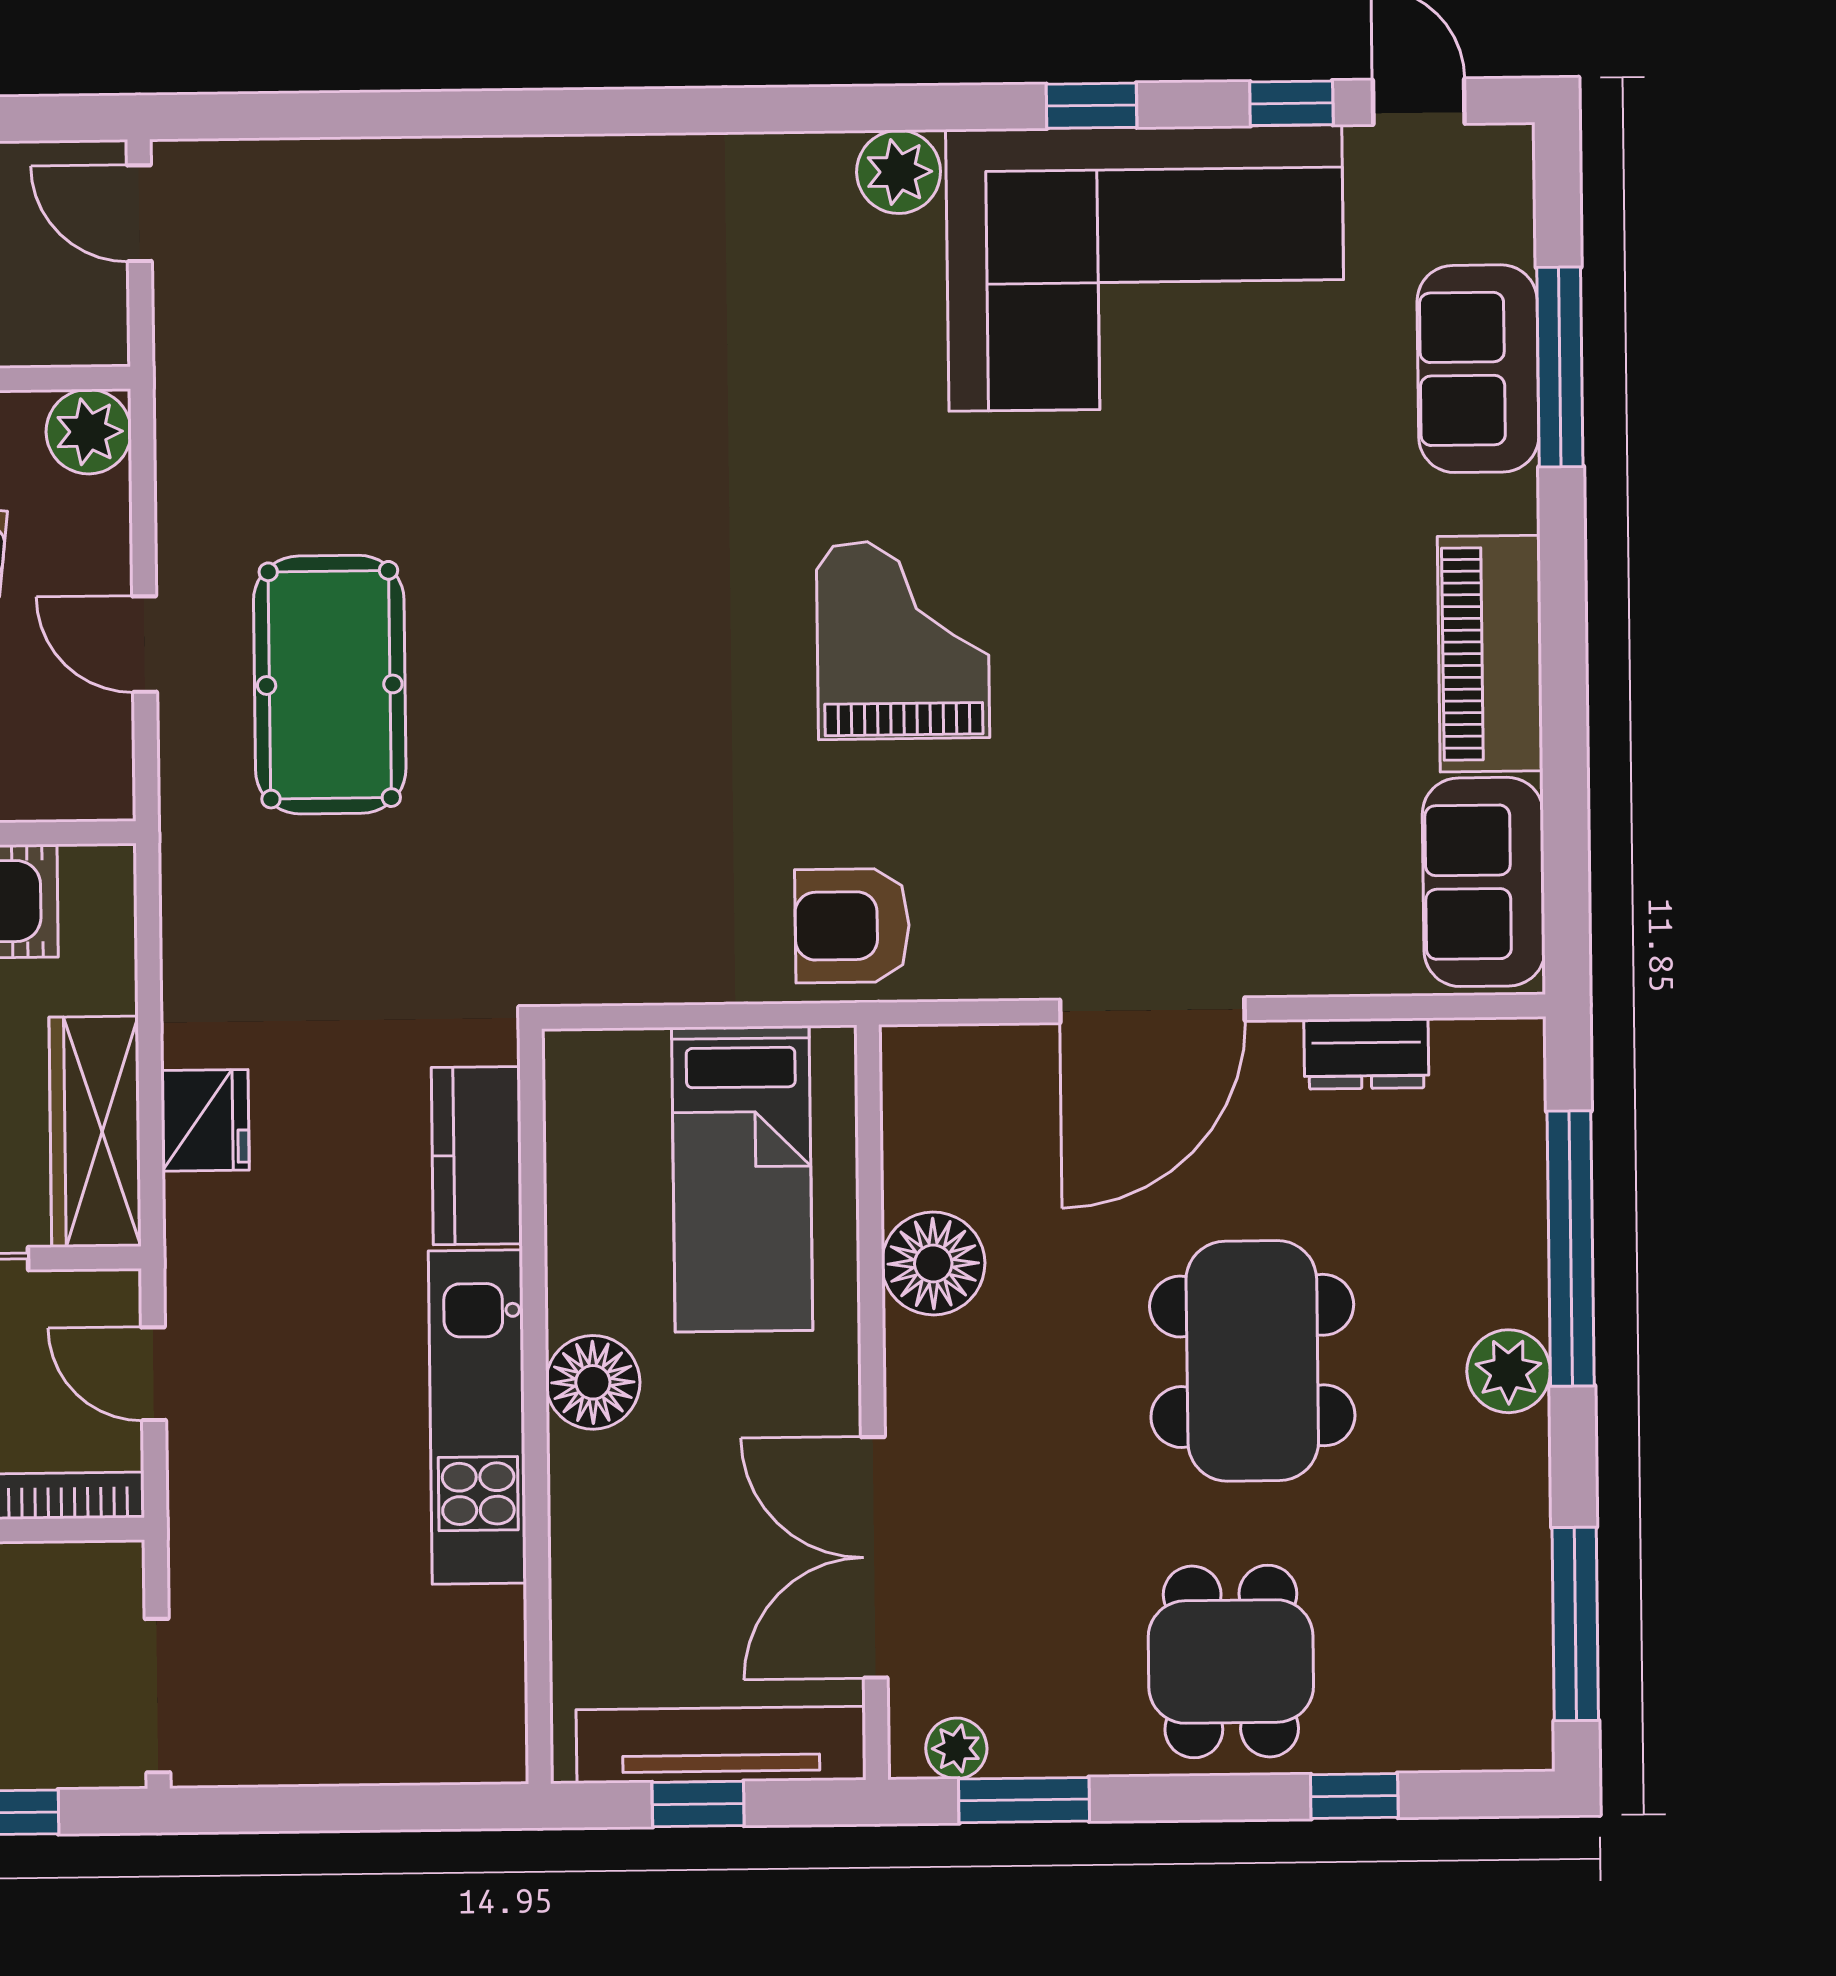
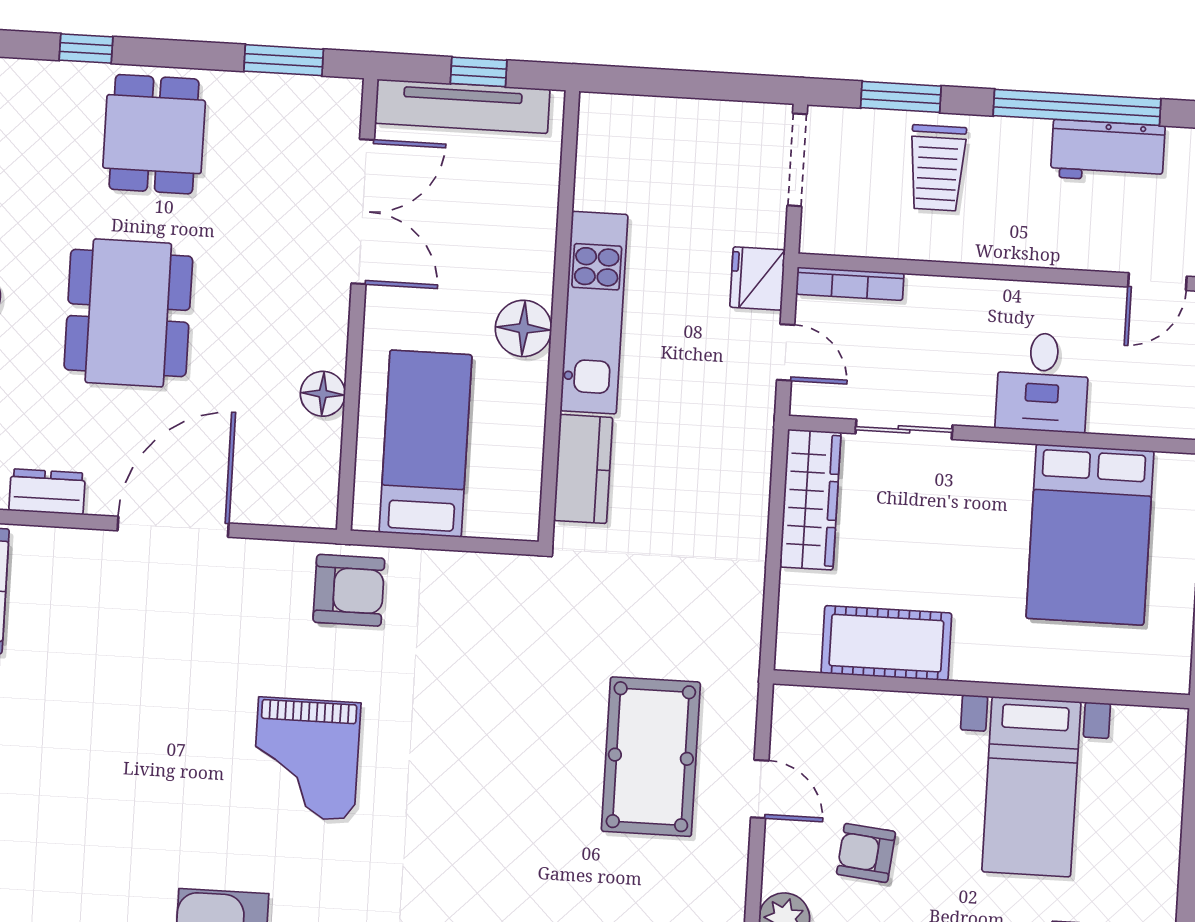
fridge: (205, 1120) -> (757, 278), moved
floor lamp: (933, 1263) -> (323, 394), width x0.73, depth x0.73
plant: (956, 1748) -> (322, 94), removed

